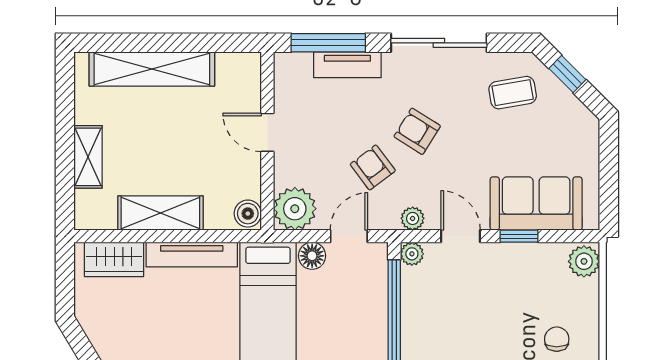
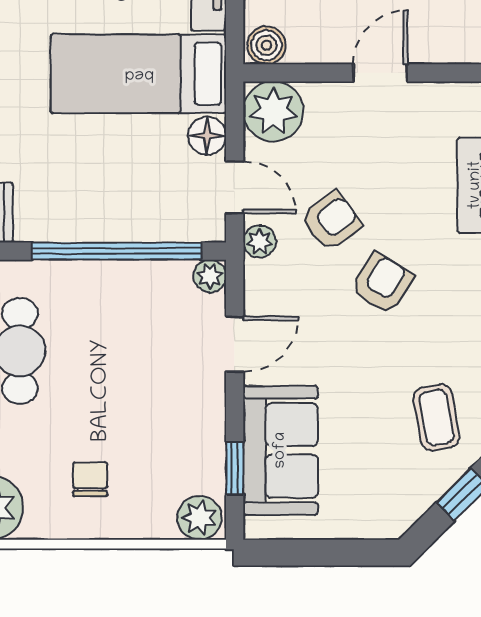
plant: (413, 218) -> (260, 241), moved
window: (519, 236) -> (235, 468), moved
chair: (557, 339) -> (90, 479), turned -90

